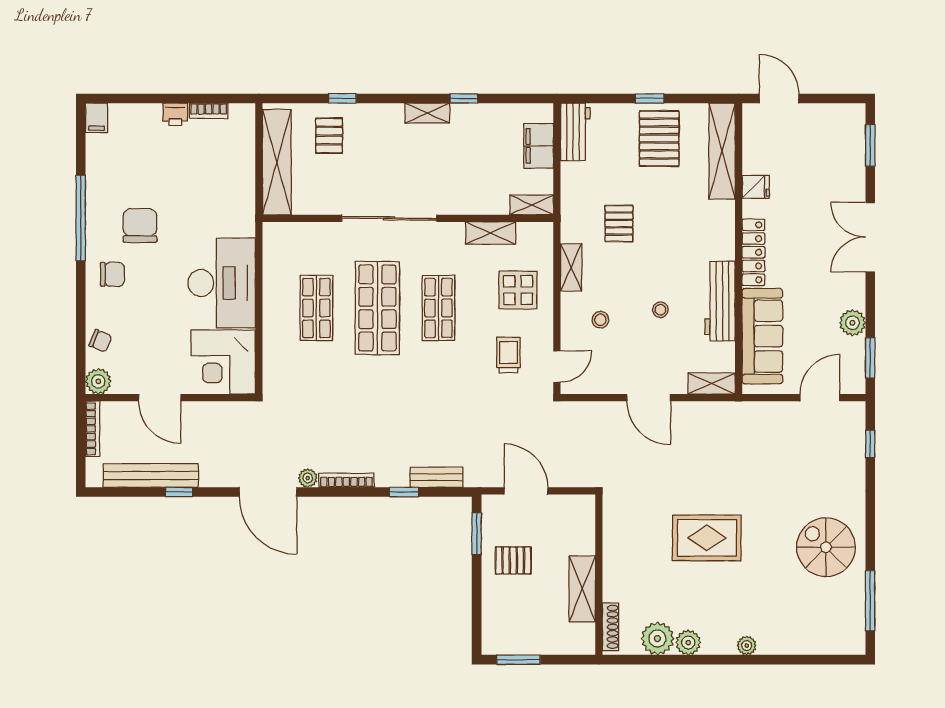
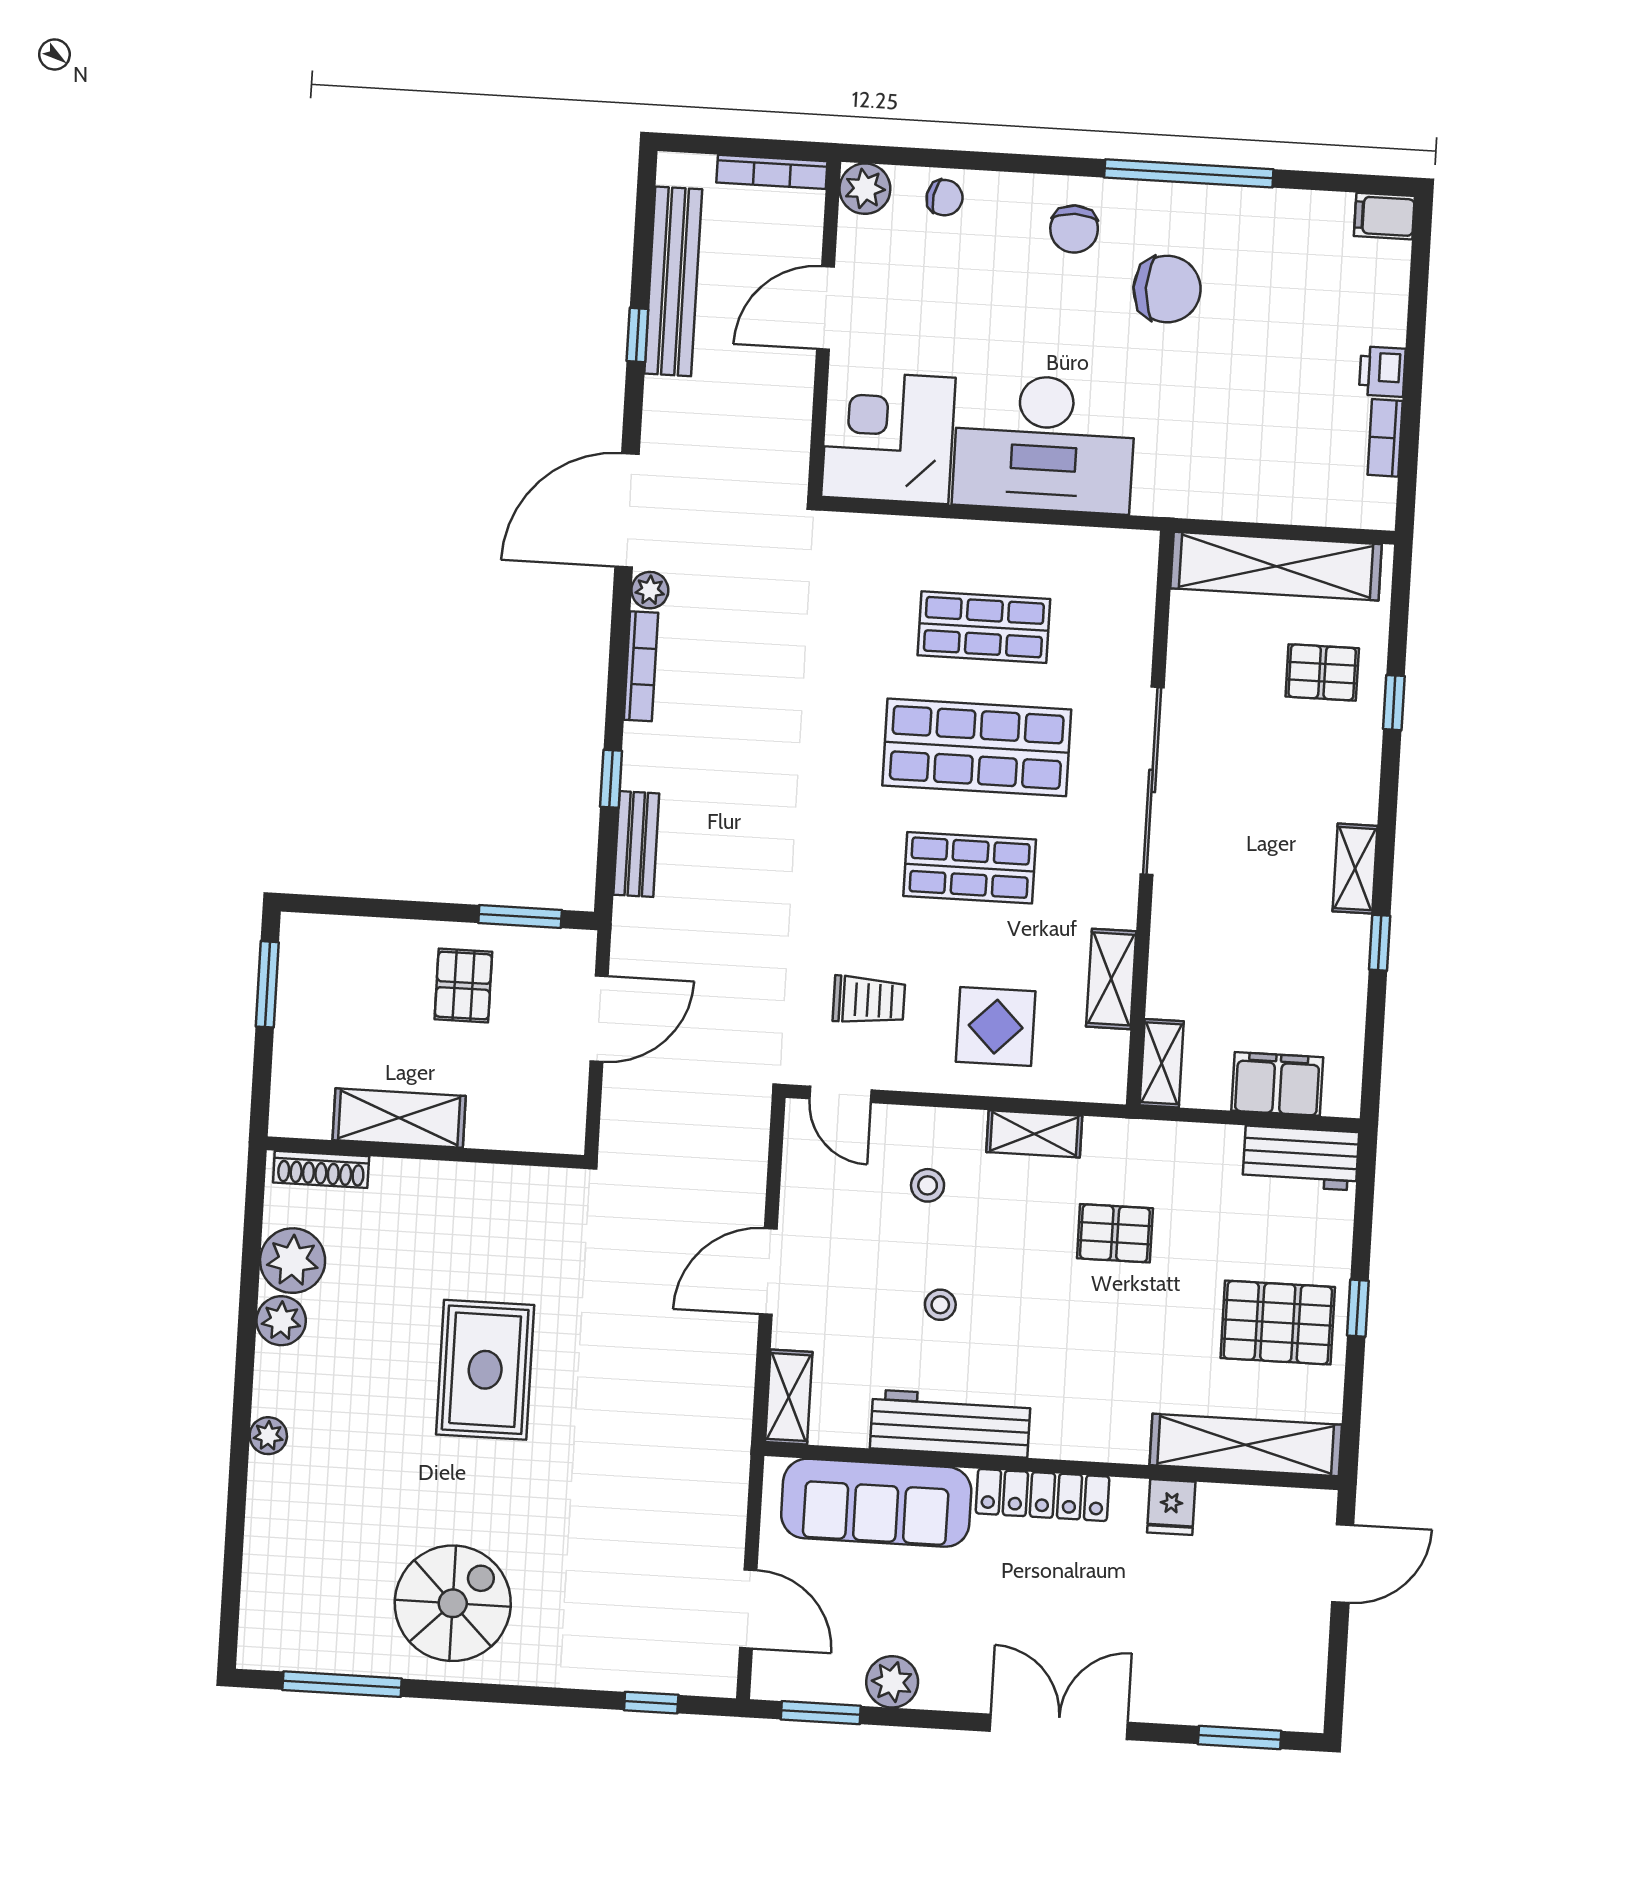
chair: (100, 341) -> (945, 198), turned -103

